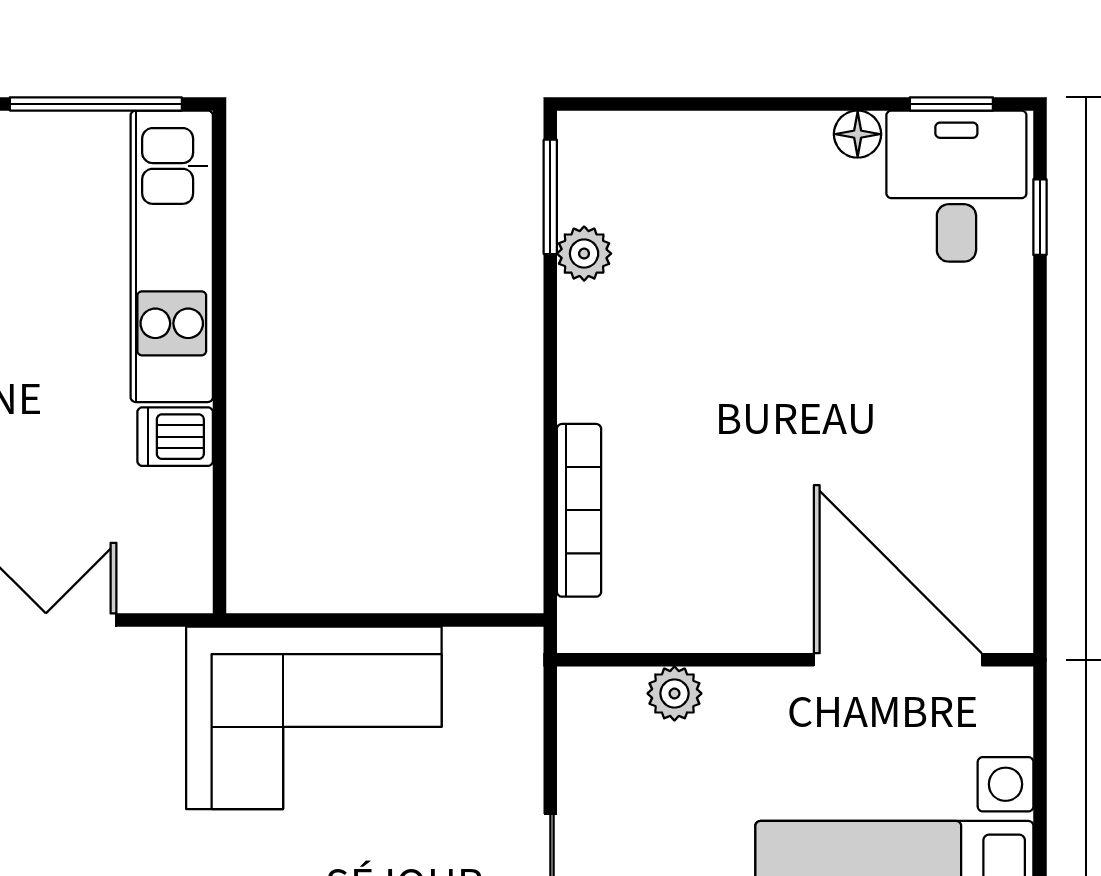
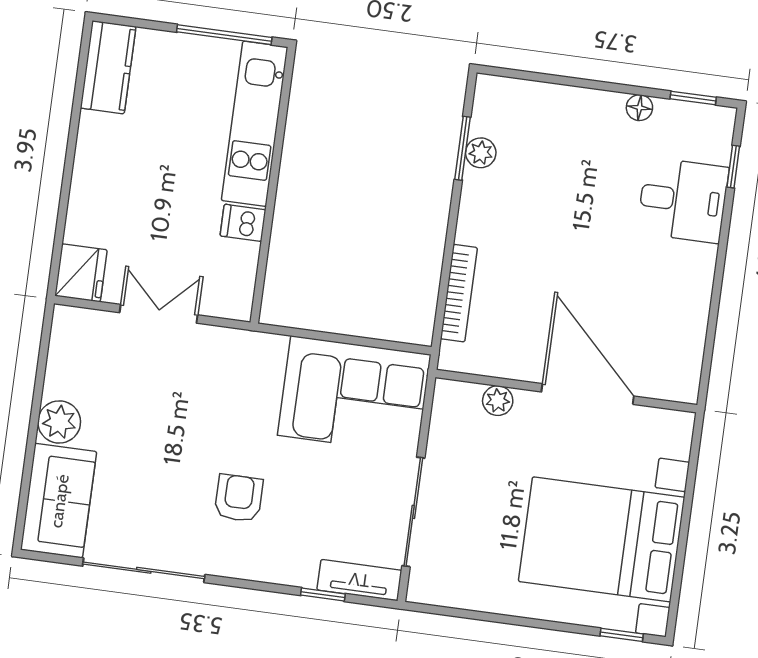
desk: (956, 186) -> (683, 200), moved, turned 90
window: (550, 197) -> (463, 148), moved
door: (898, 660) -> (588, 394), moved
corner sofa: (314, 718) -> (354, 395), moved

